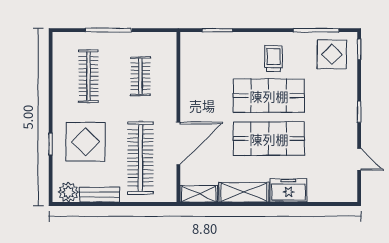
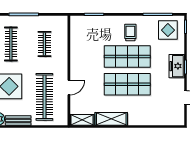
door: (178, 144) -> (69, 87), width x0.53
freezer: (289, 190) -> (177, 66), moved, turned -90

